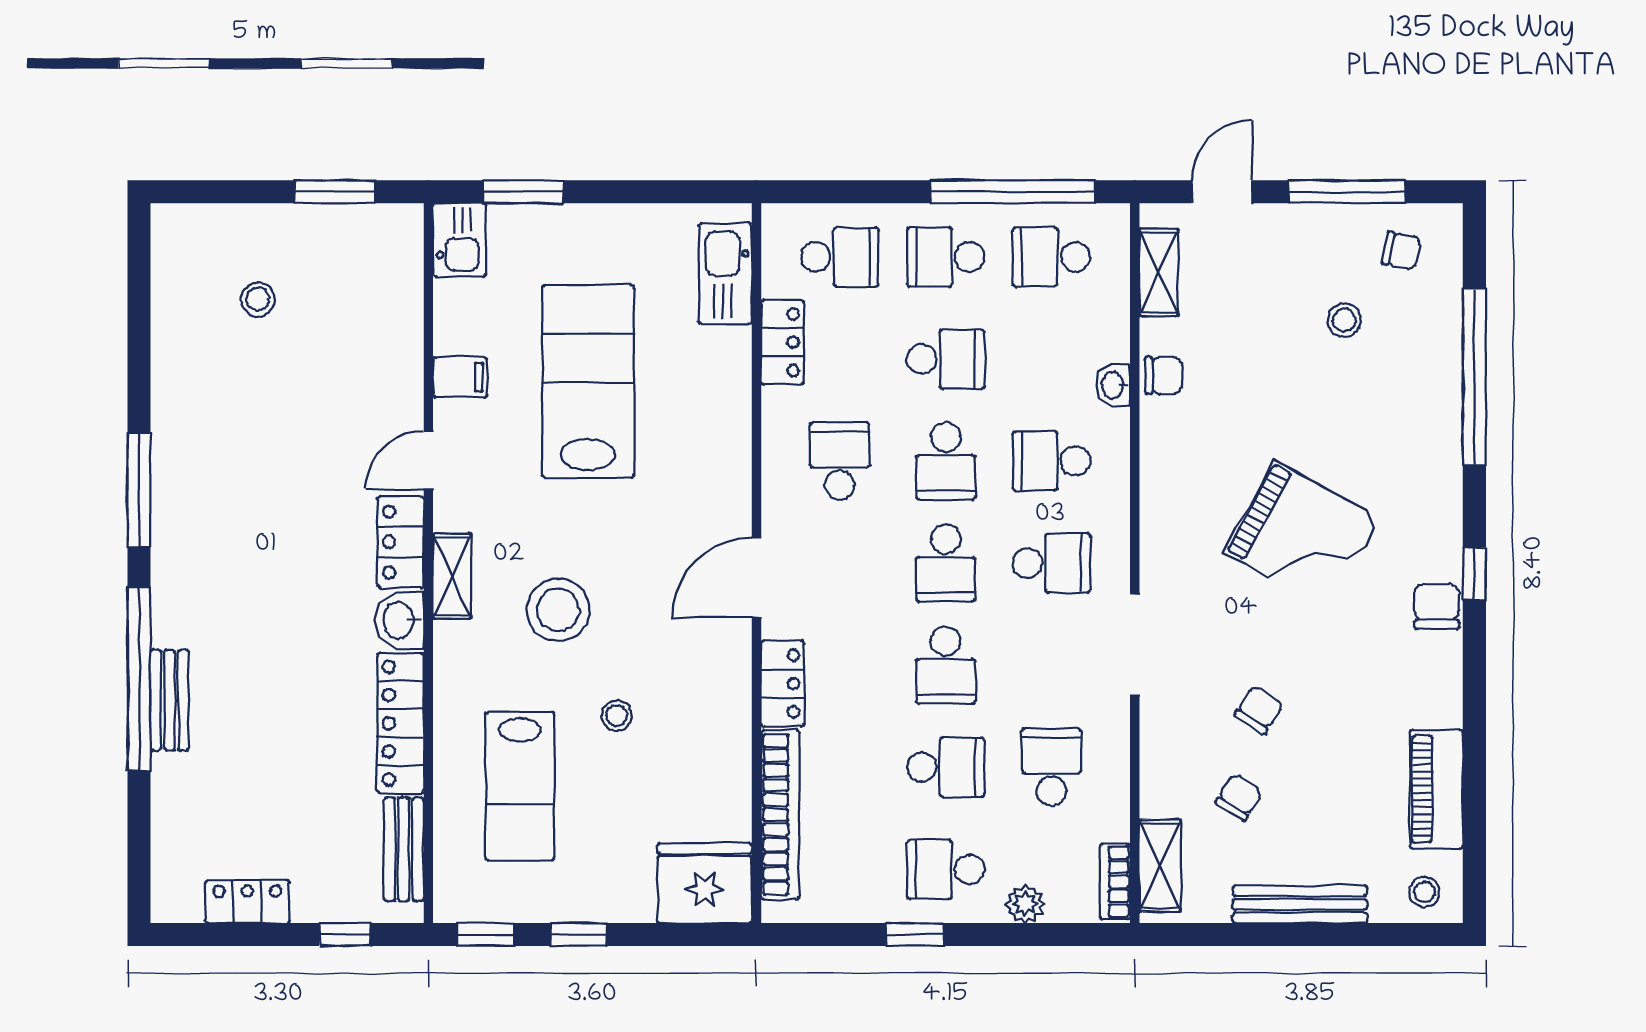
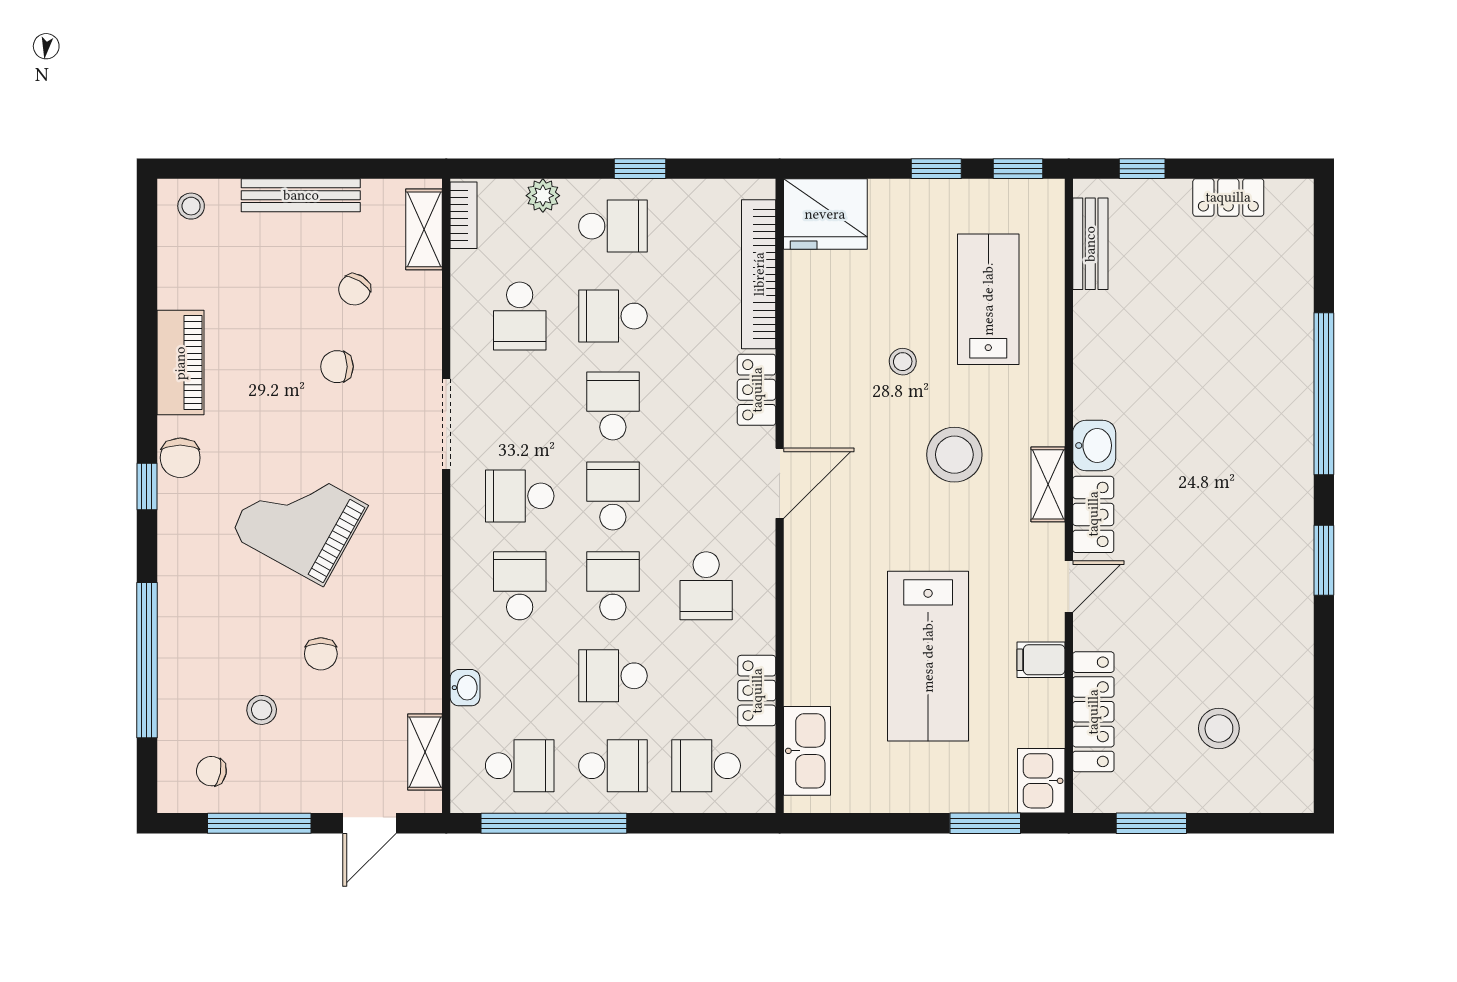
stool: (258, 299) -> (1219, 728), width x1.37, depth x1.37
chair: (1163, 376) -> (321, 654), moved, turned -90
washbasin: (1113, 385) -> (465, 688), moved
school desk: (1051, 461) -> (520, 586), turned -90
window: (139, 490) -> (1324, 560), width x0.69
bench: (170, 700) -> (1297, 375), removed
chair: (1259, 710) -> (337, 367), turned 57
locker: (400, 723) -> (1093, 712), moved
piano: (1436, 789) -> (180, 363), moved

